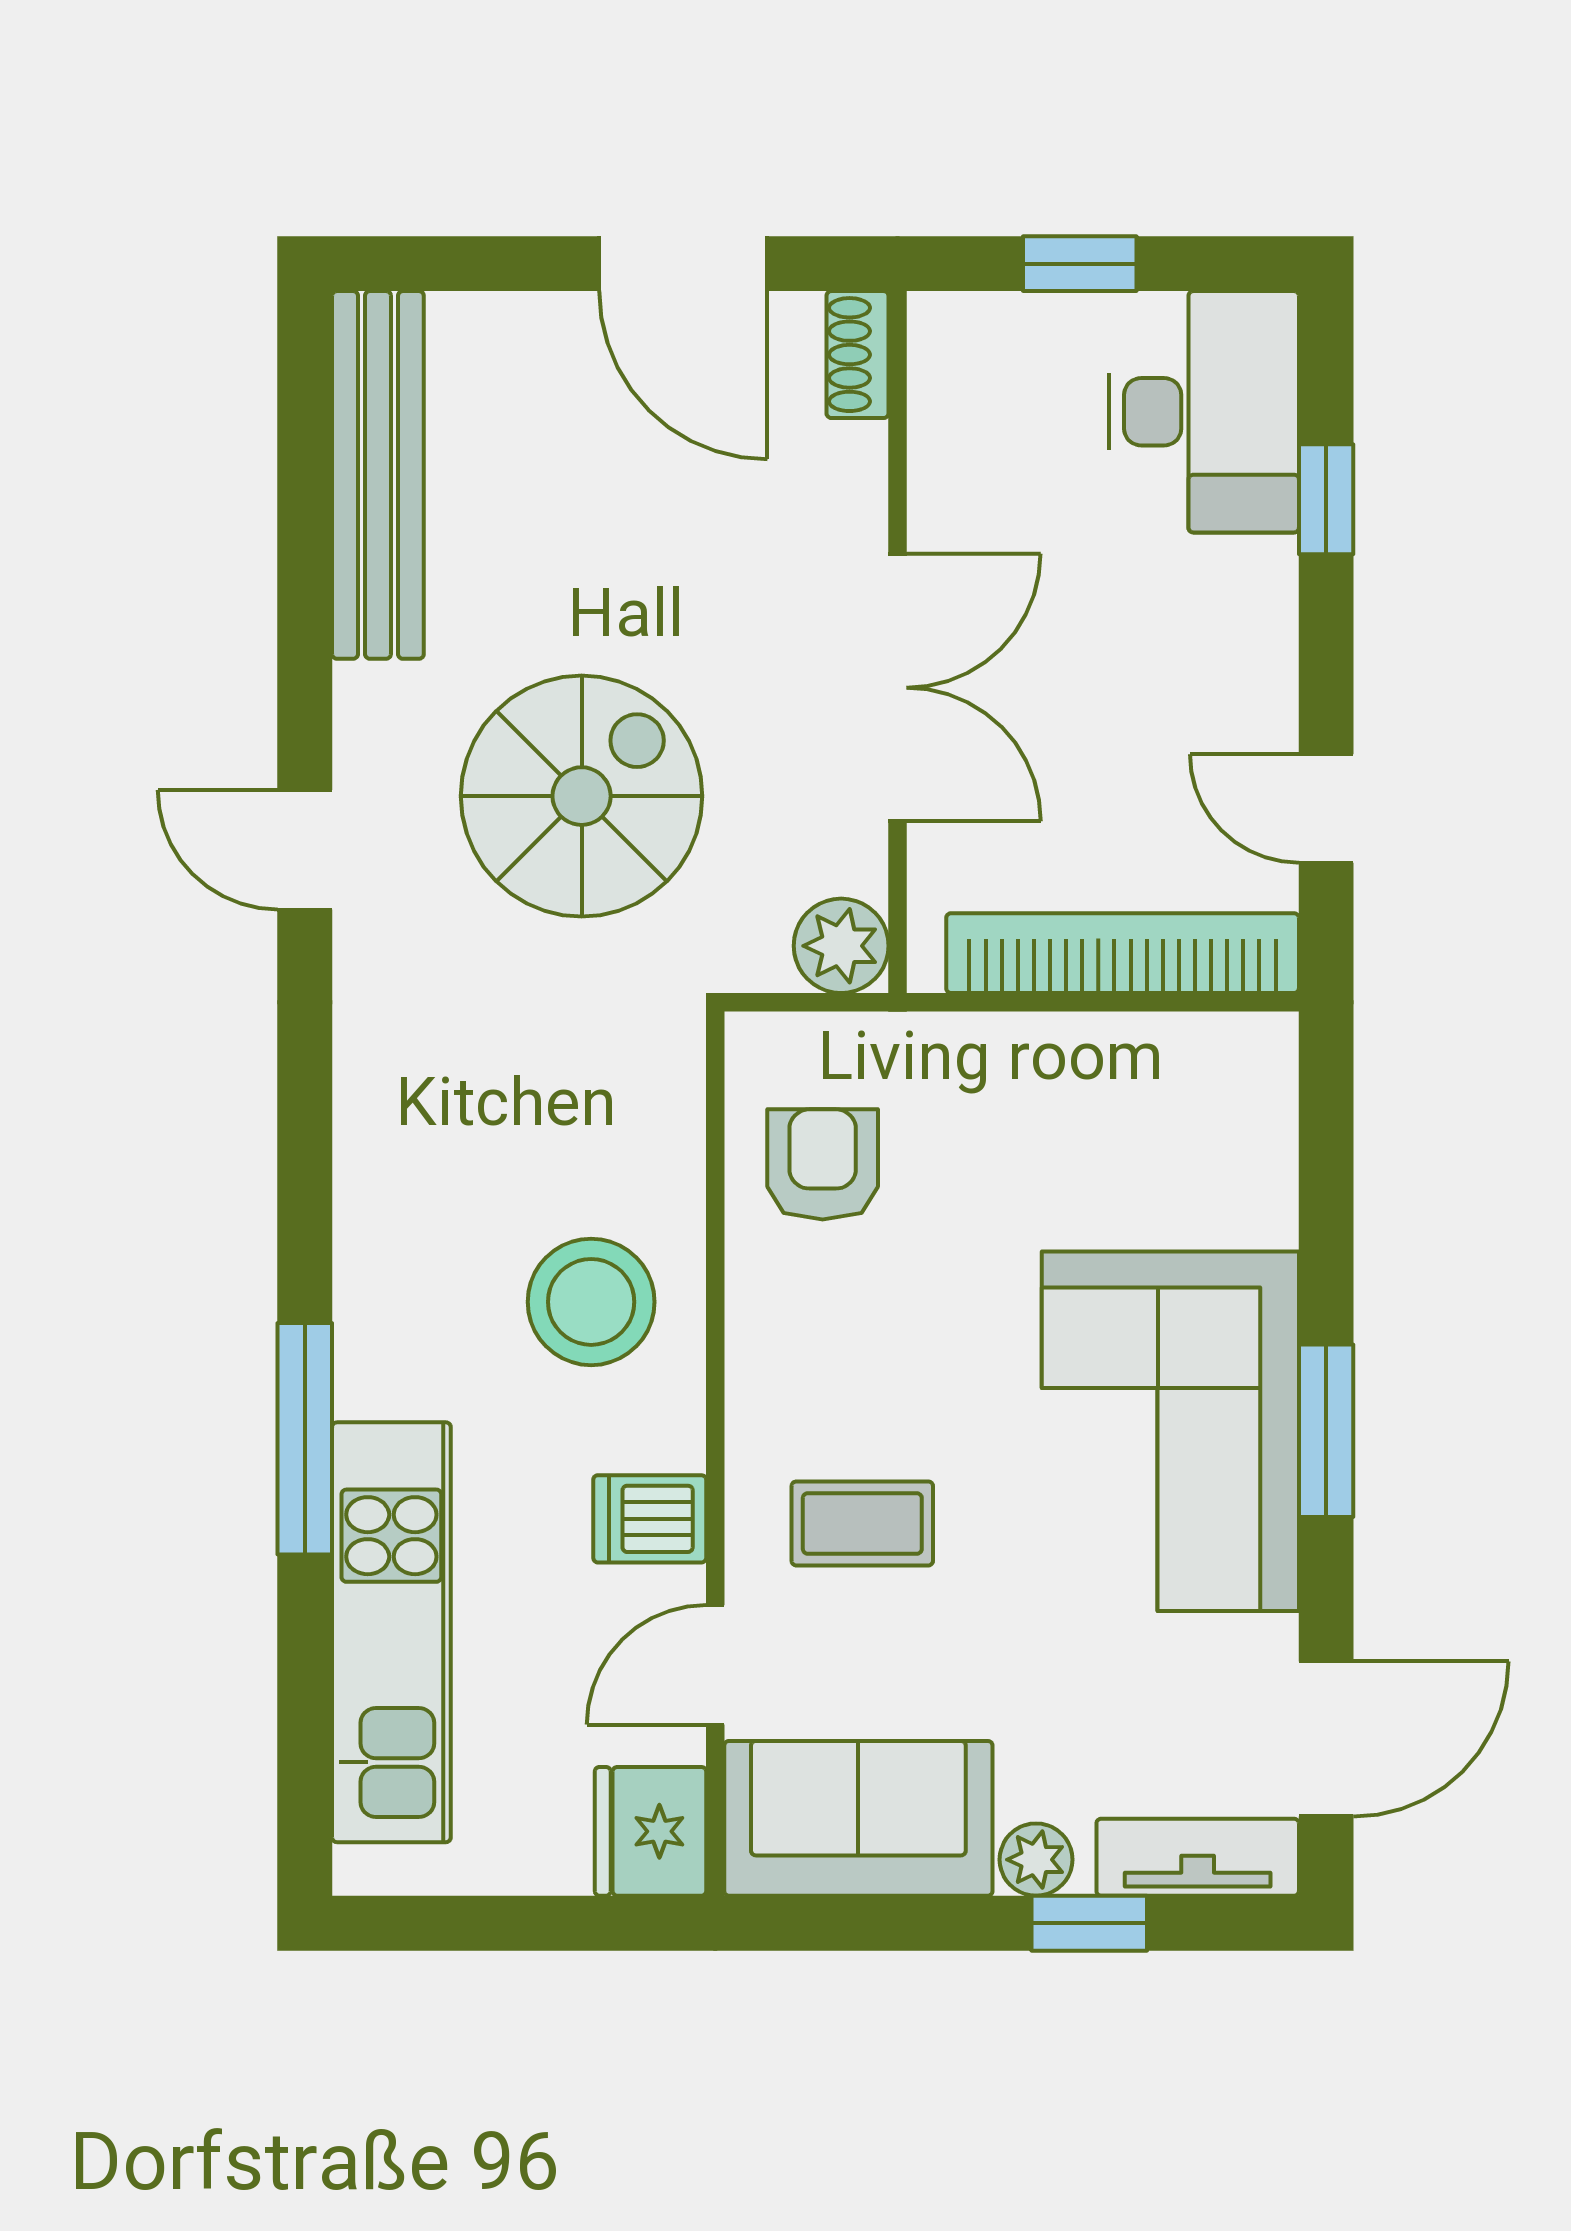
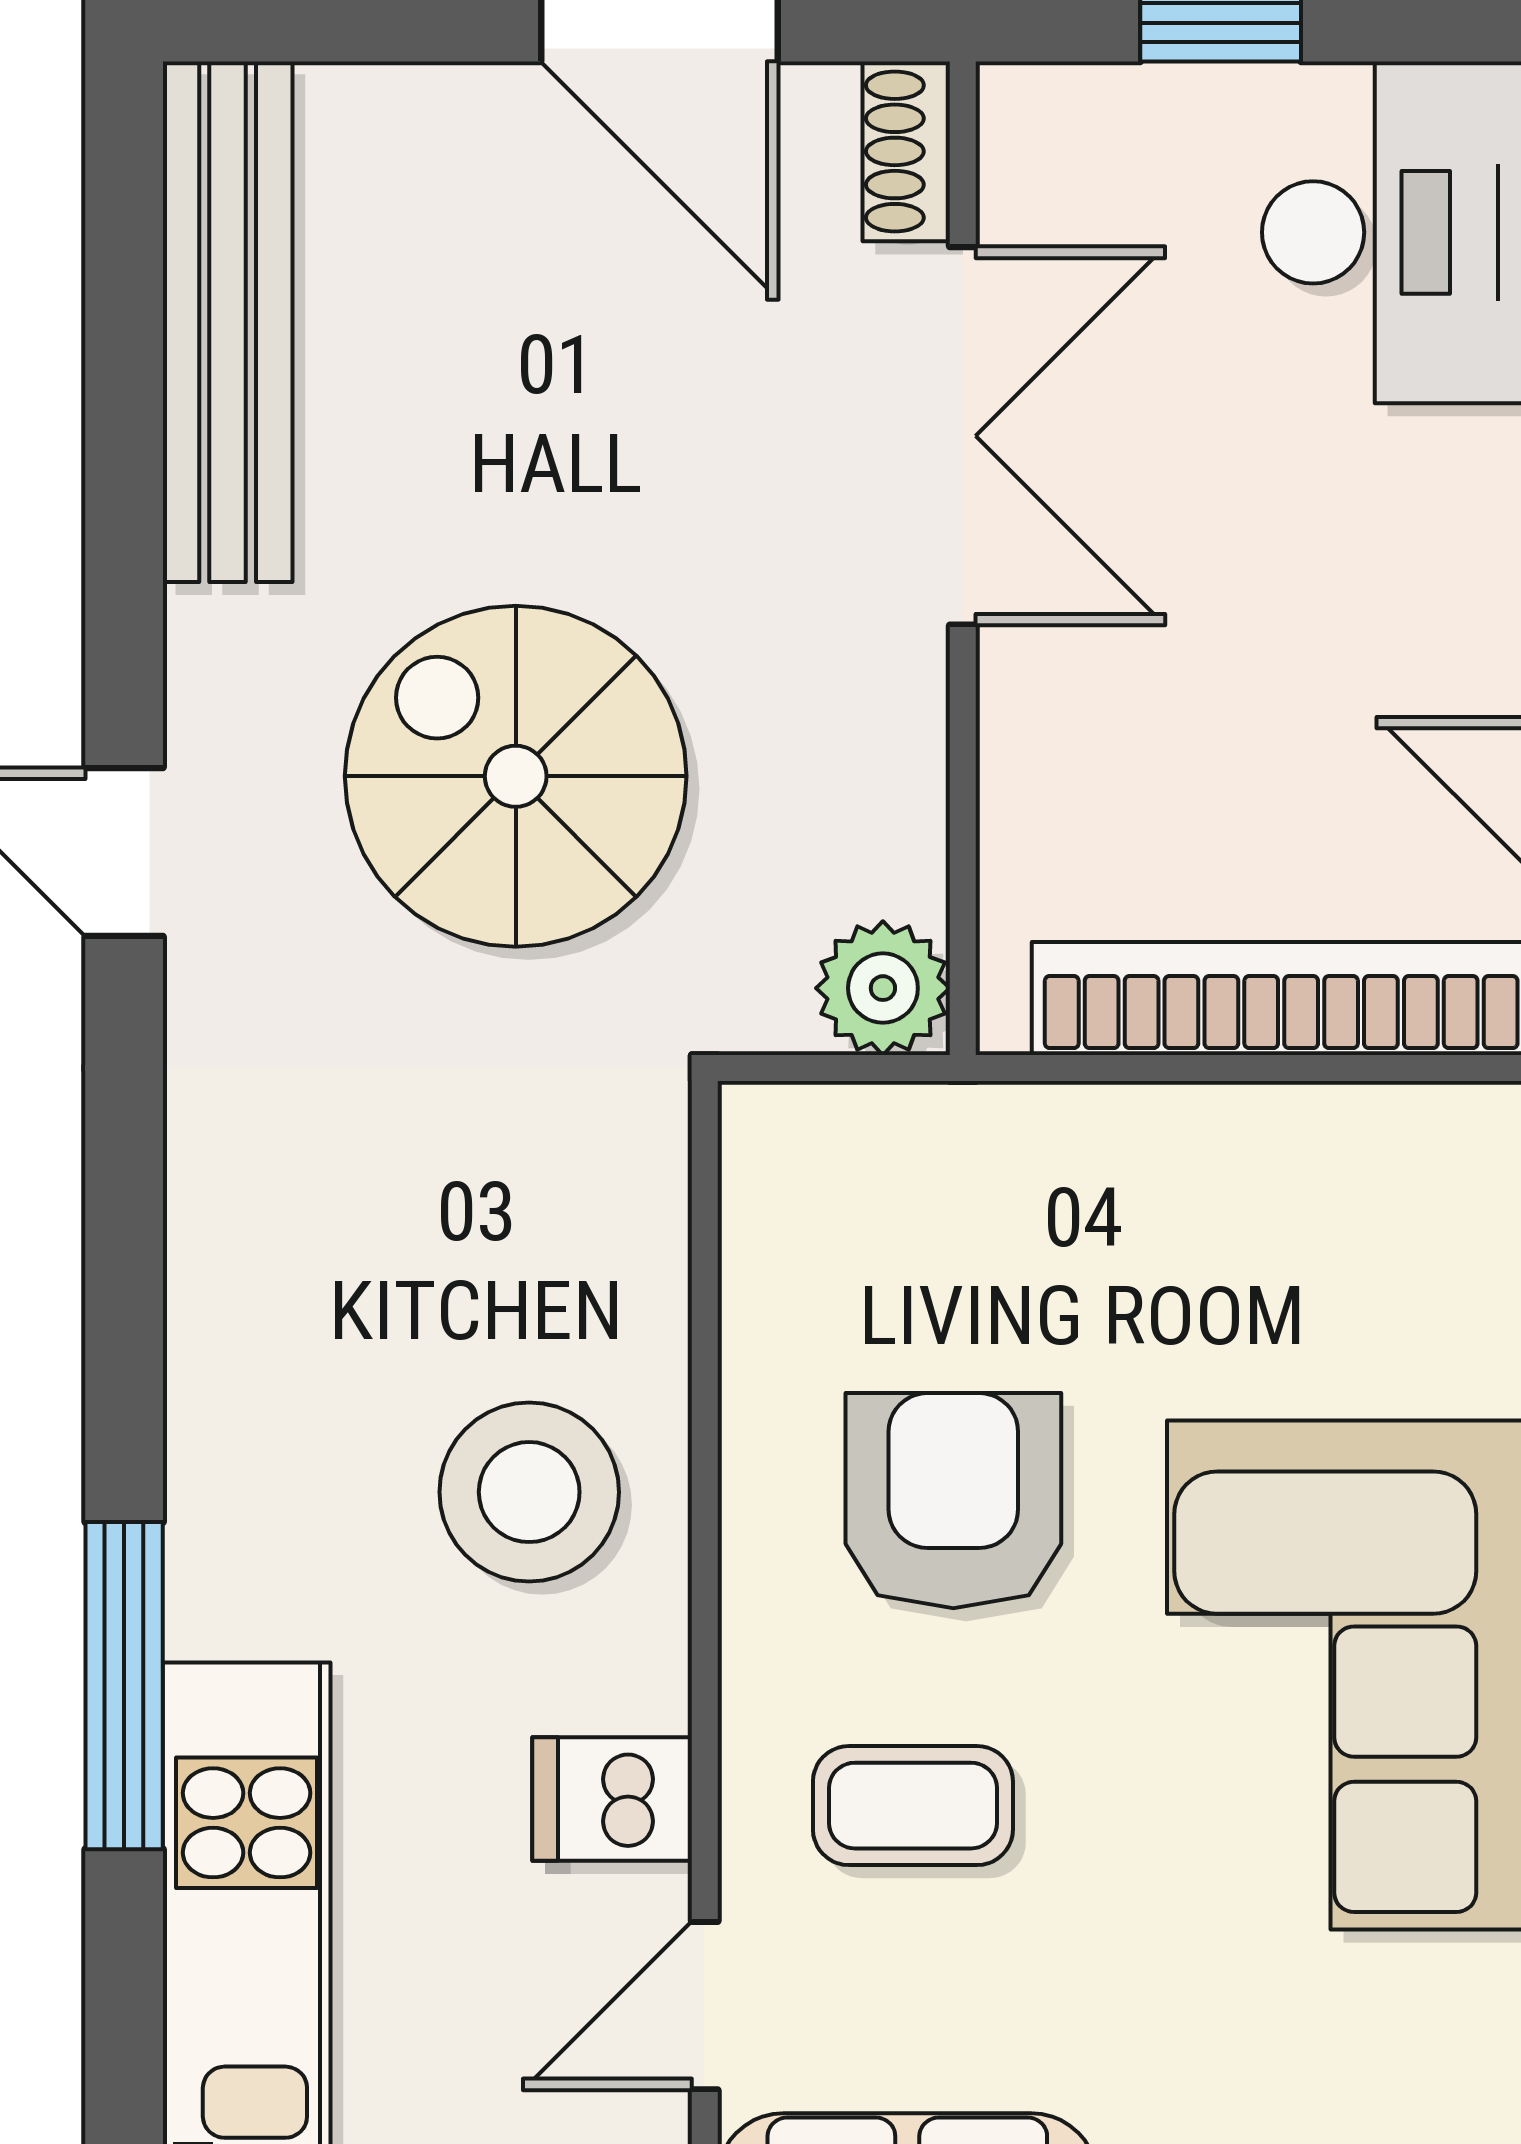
double door: (898, 688) -> (963, 436), moved
spiral stairs: (582, 796) -> (516, 776), turned -90
armchair: (823, 1164) -> (953, 1501), moved, width x1.38, depth x1.38

